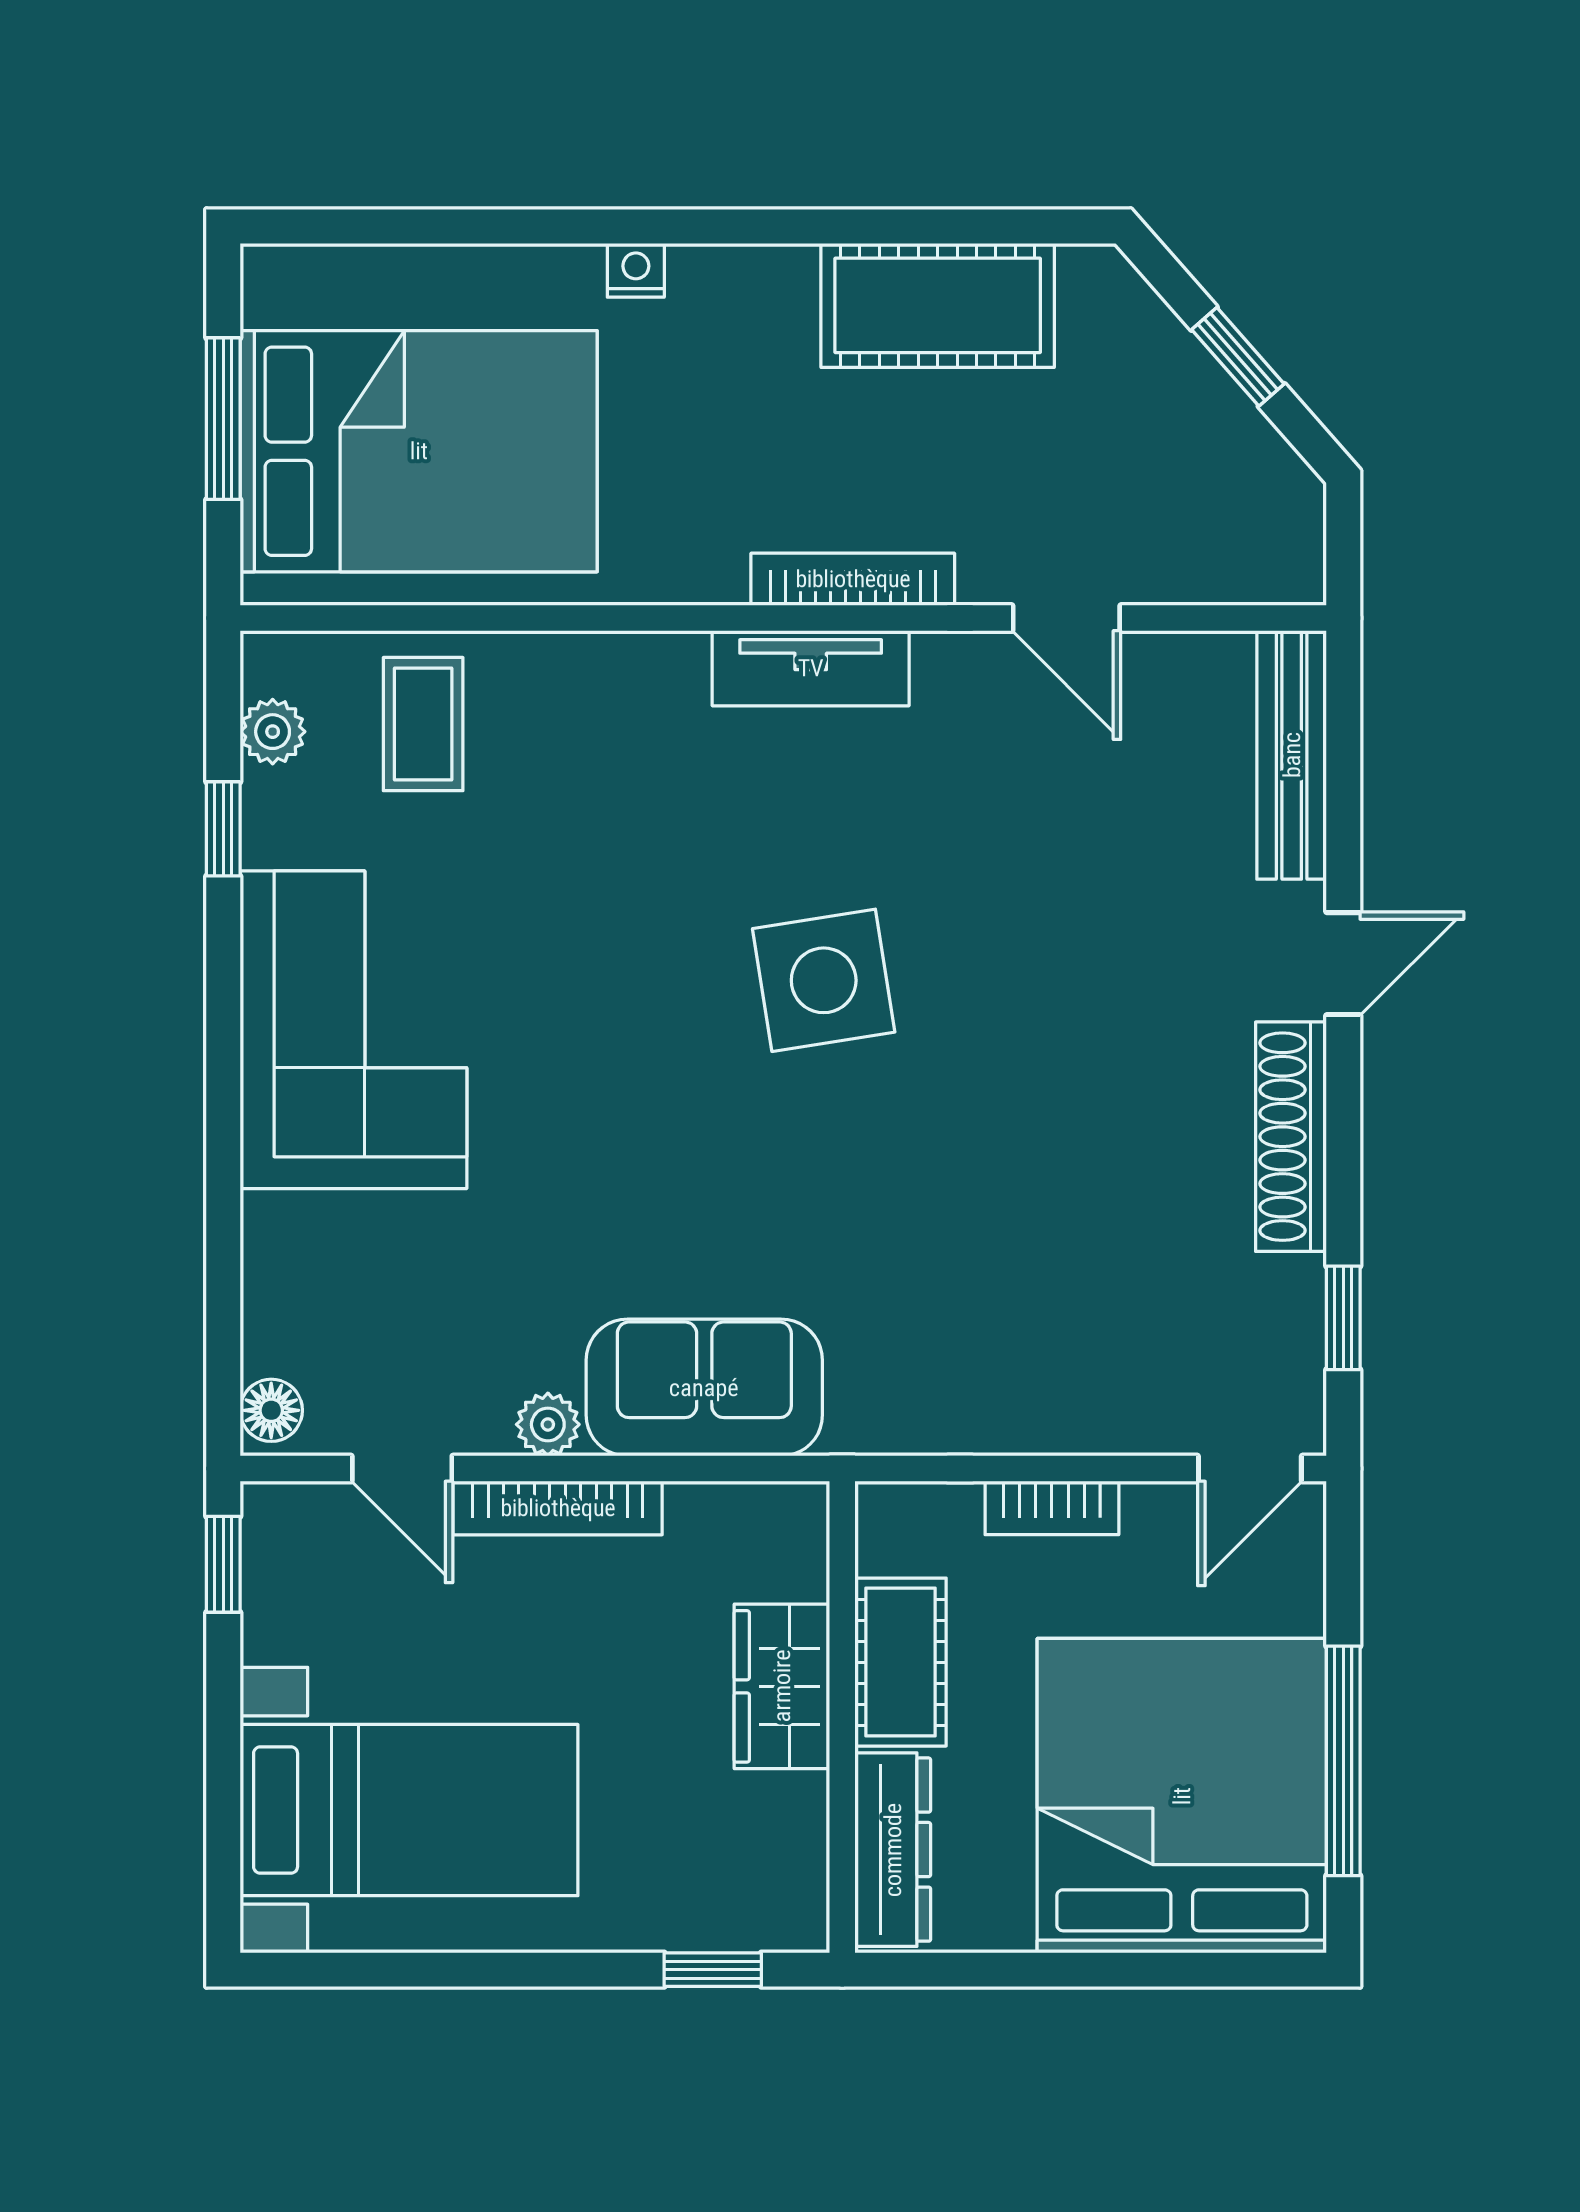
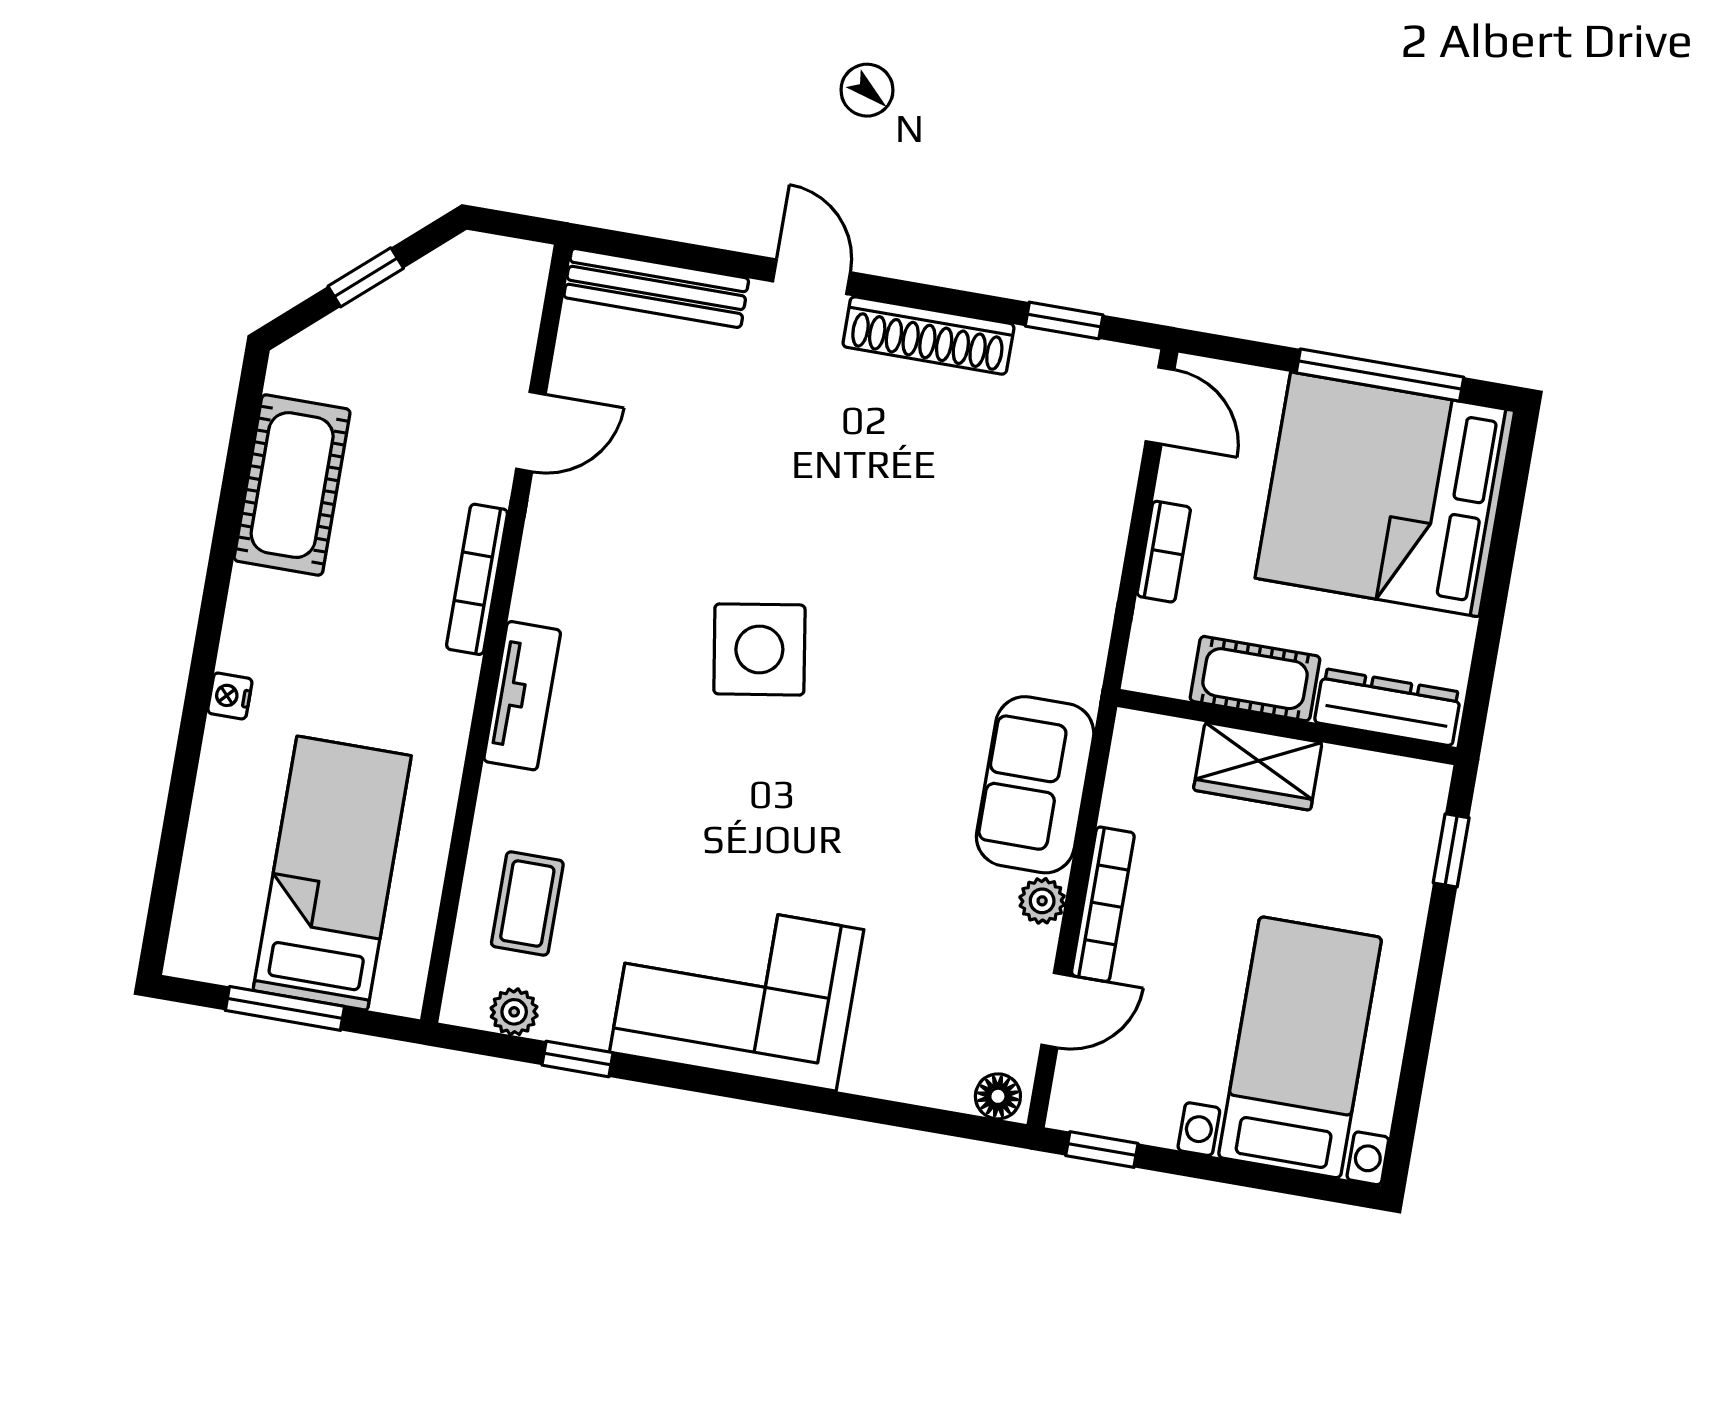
bed: (419, 451) -> (332, 873), width x0.67
tv unit: (811, 668) -> (522, 696), moved
coffee table: (423, 724) -> (527, 904), turned 90

